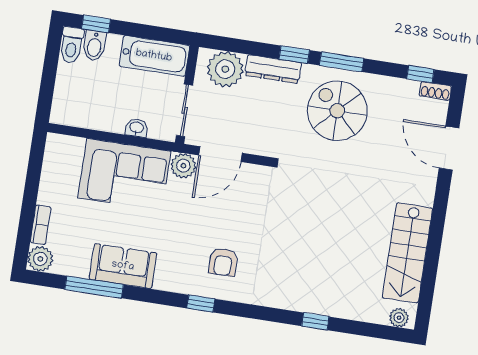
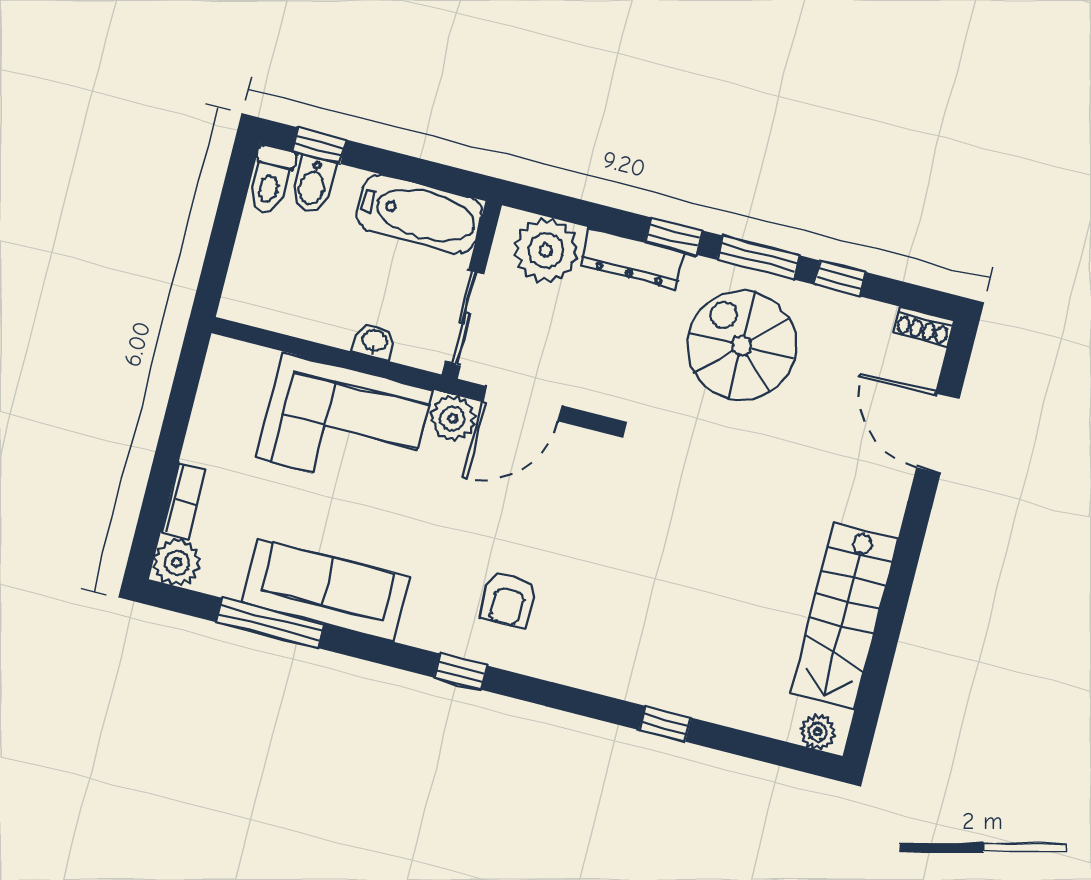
window: (420, 74) -> (840, 278), moved
sofa: (123, 266) -> (326, 590), width x1.36

